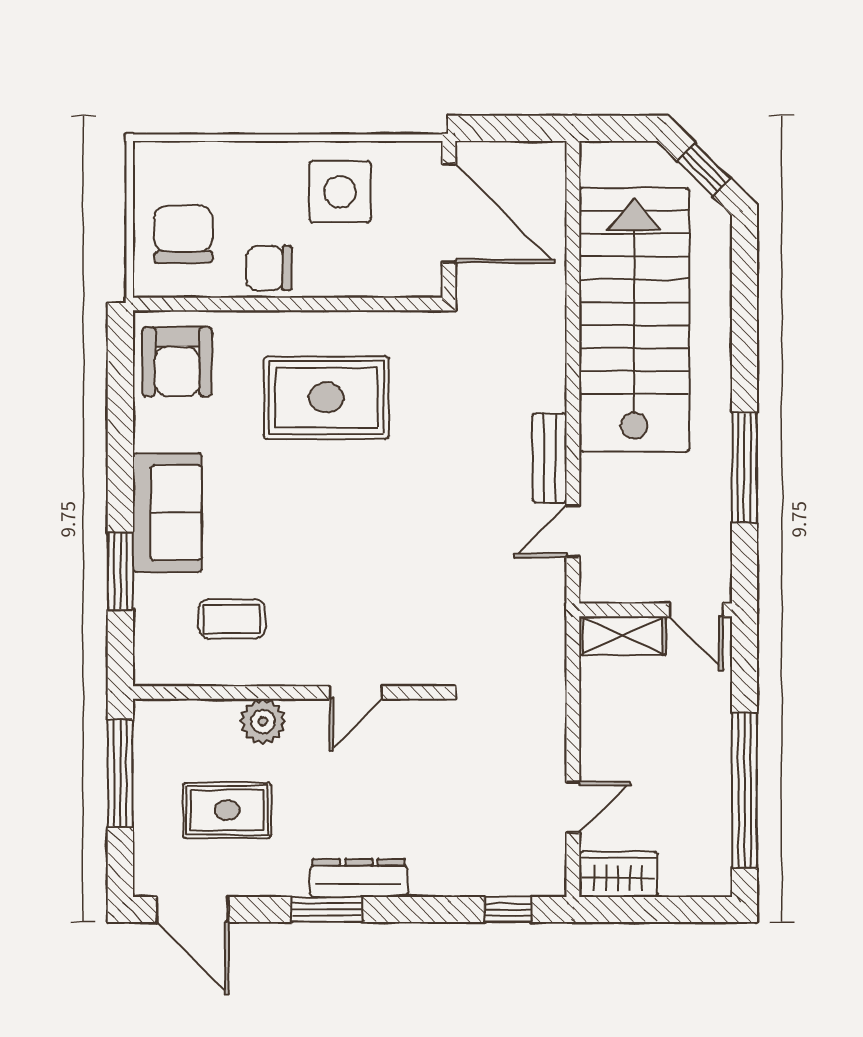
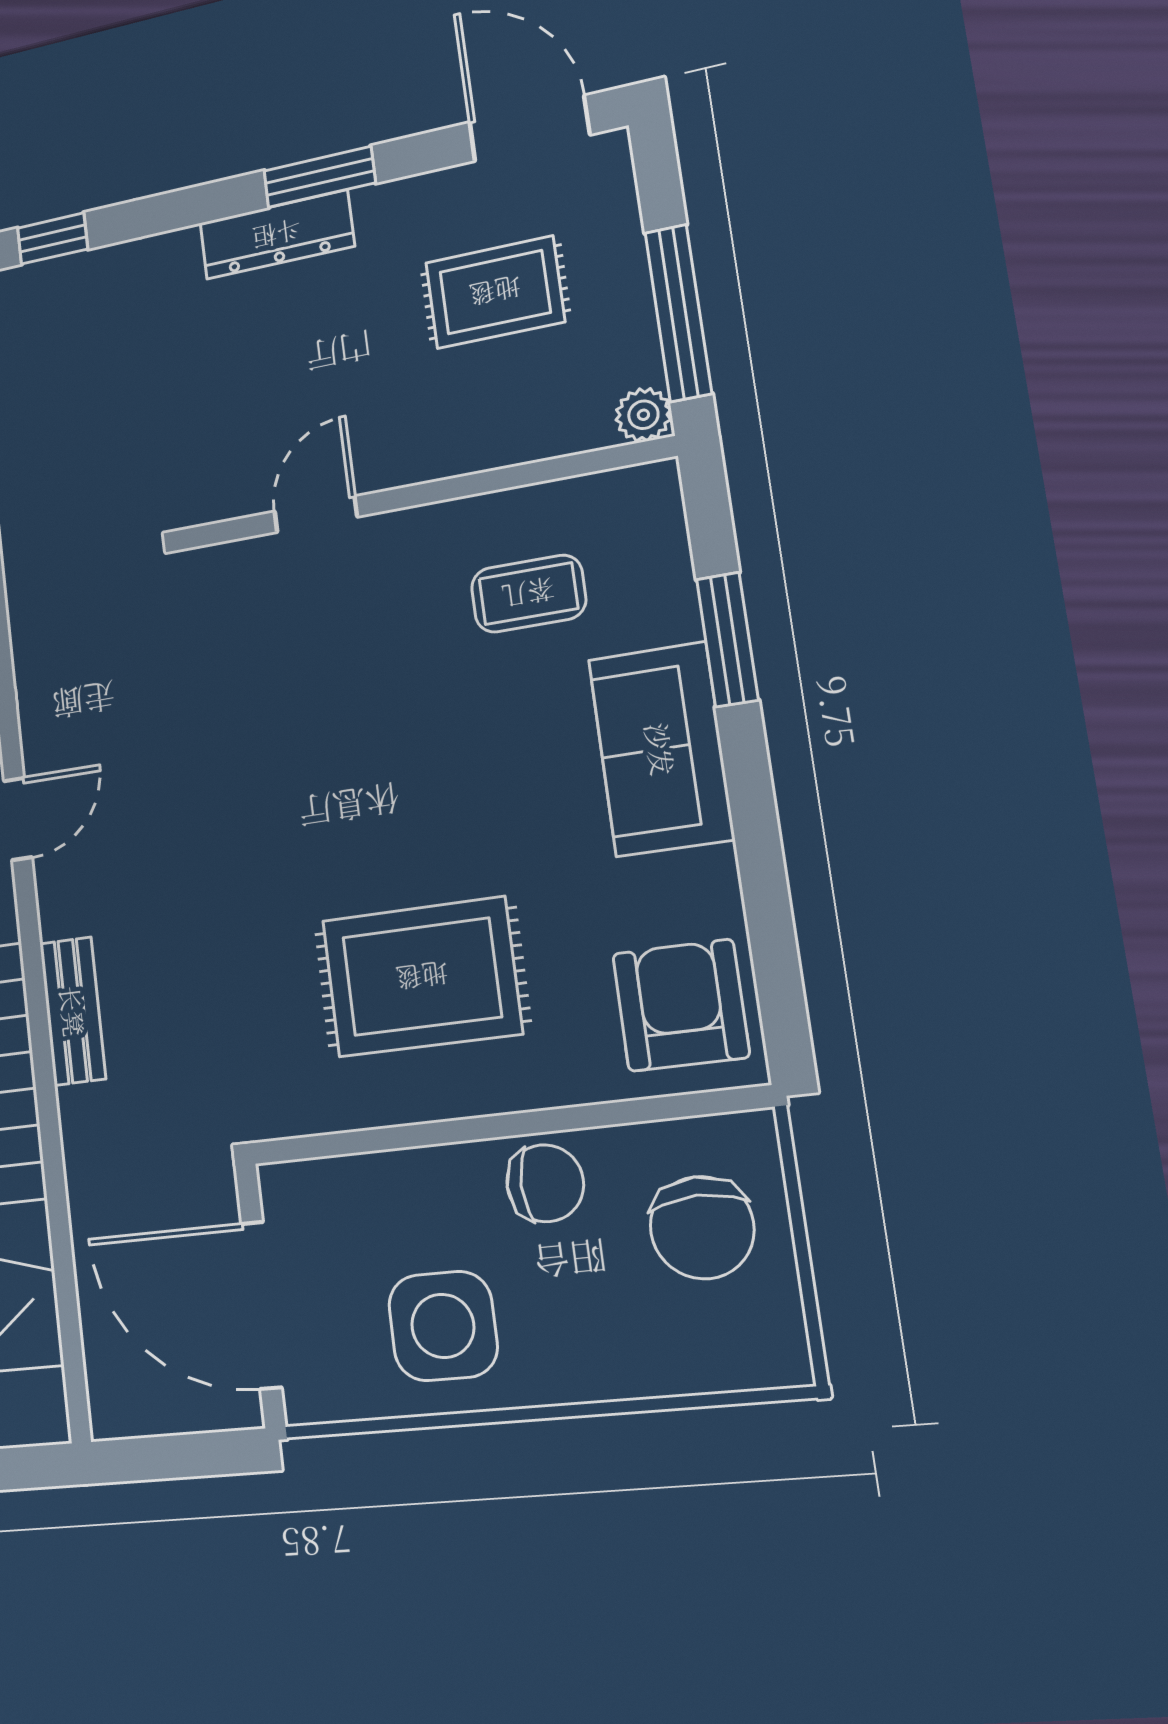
bench: (550, 458) -> (73, 1011), moved
plant: (263, 721) -> (643, 415), moved, width x0.73, depth x0.73

